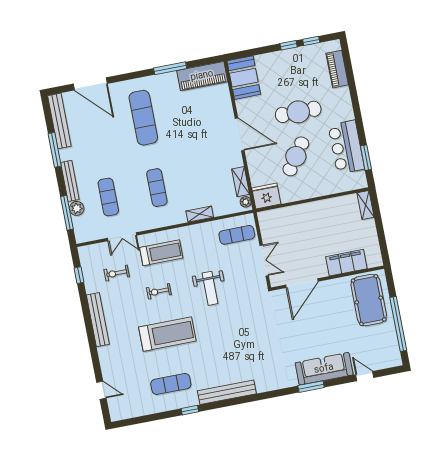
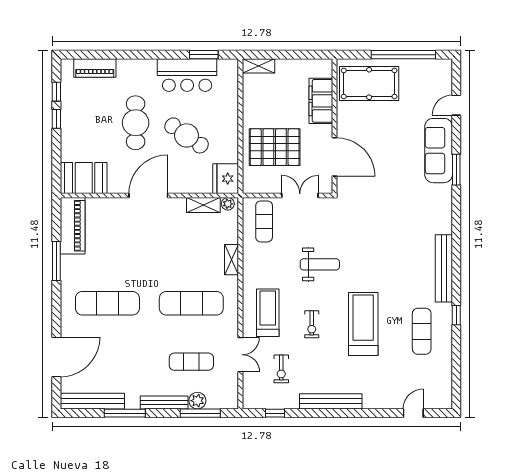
exercise mat: (157, 188) -> (191, 303), width x1.36, depth x1.45
pallet: (300, 232) -> (275, 147), added

